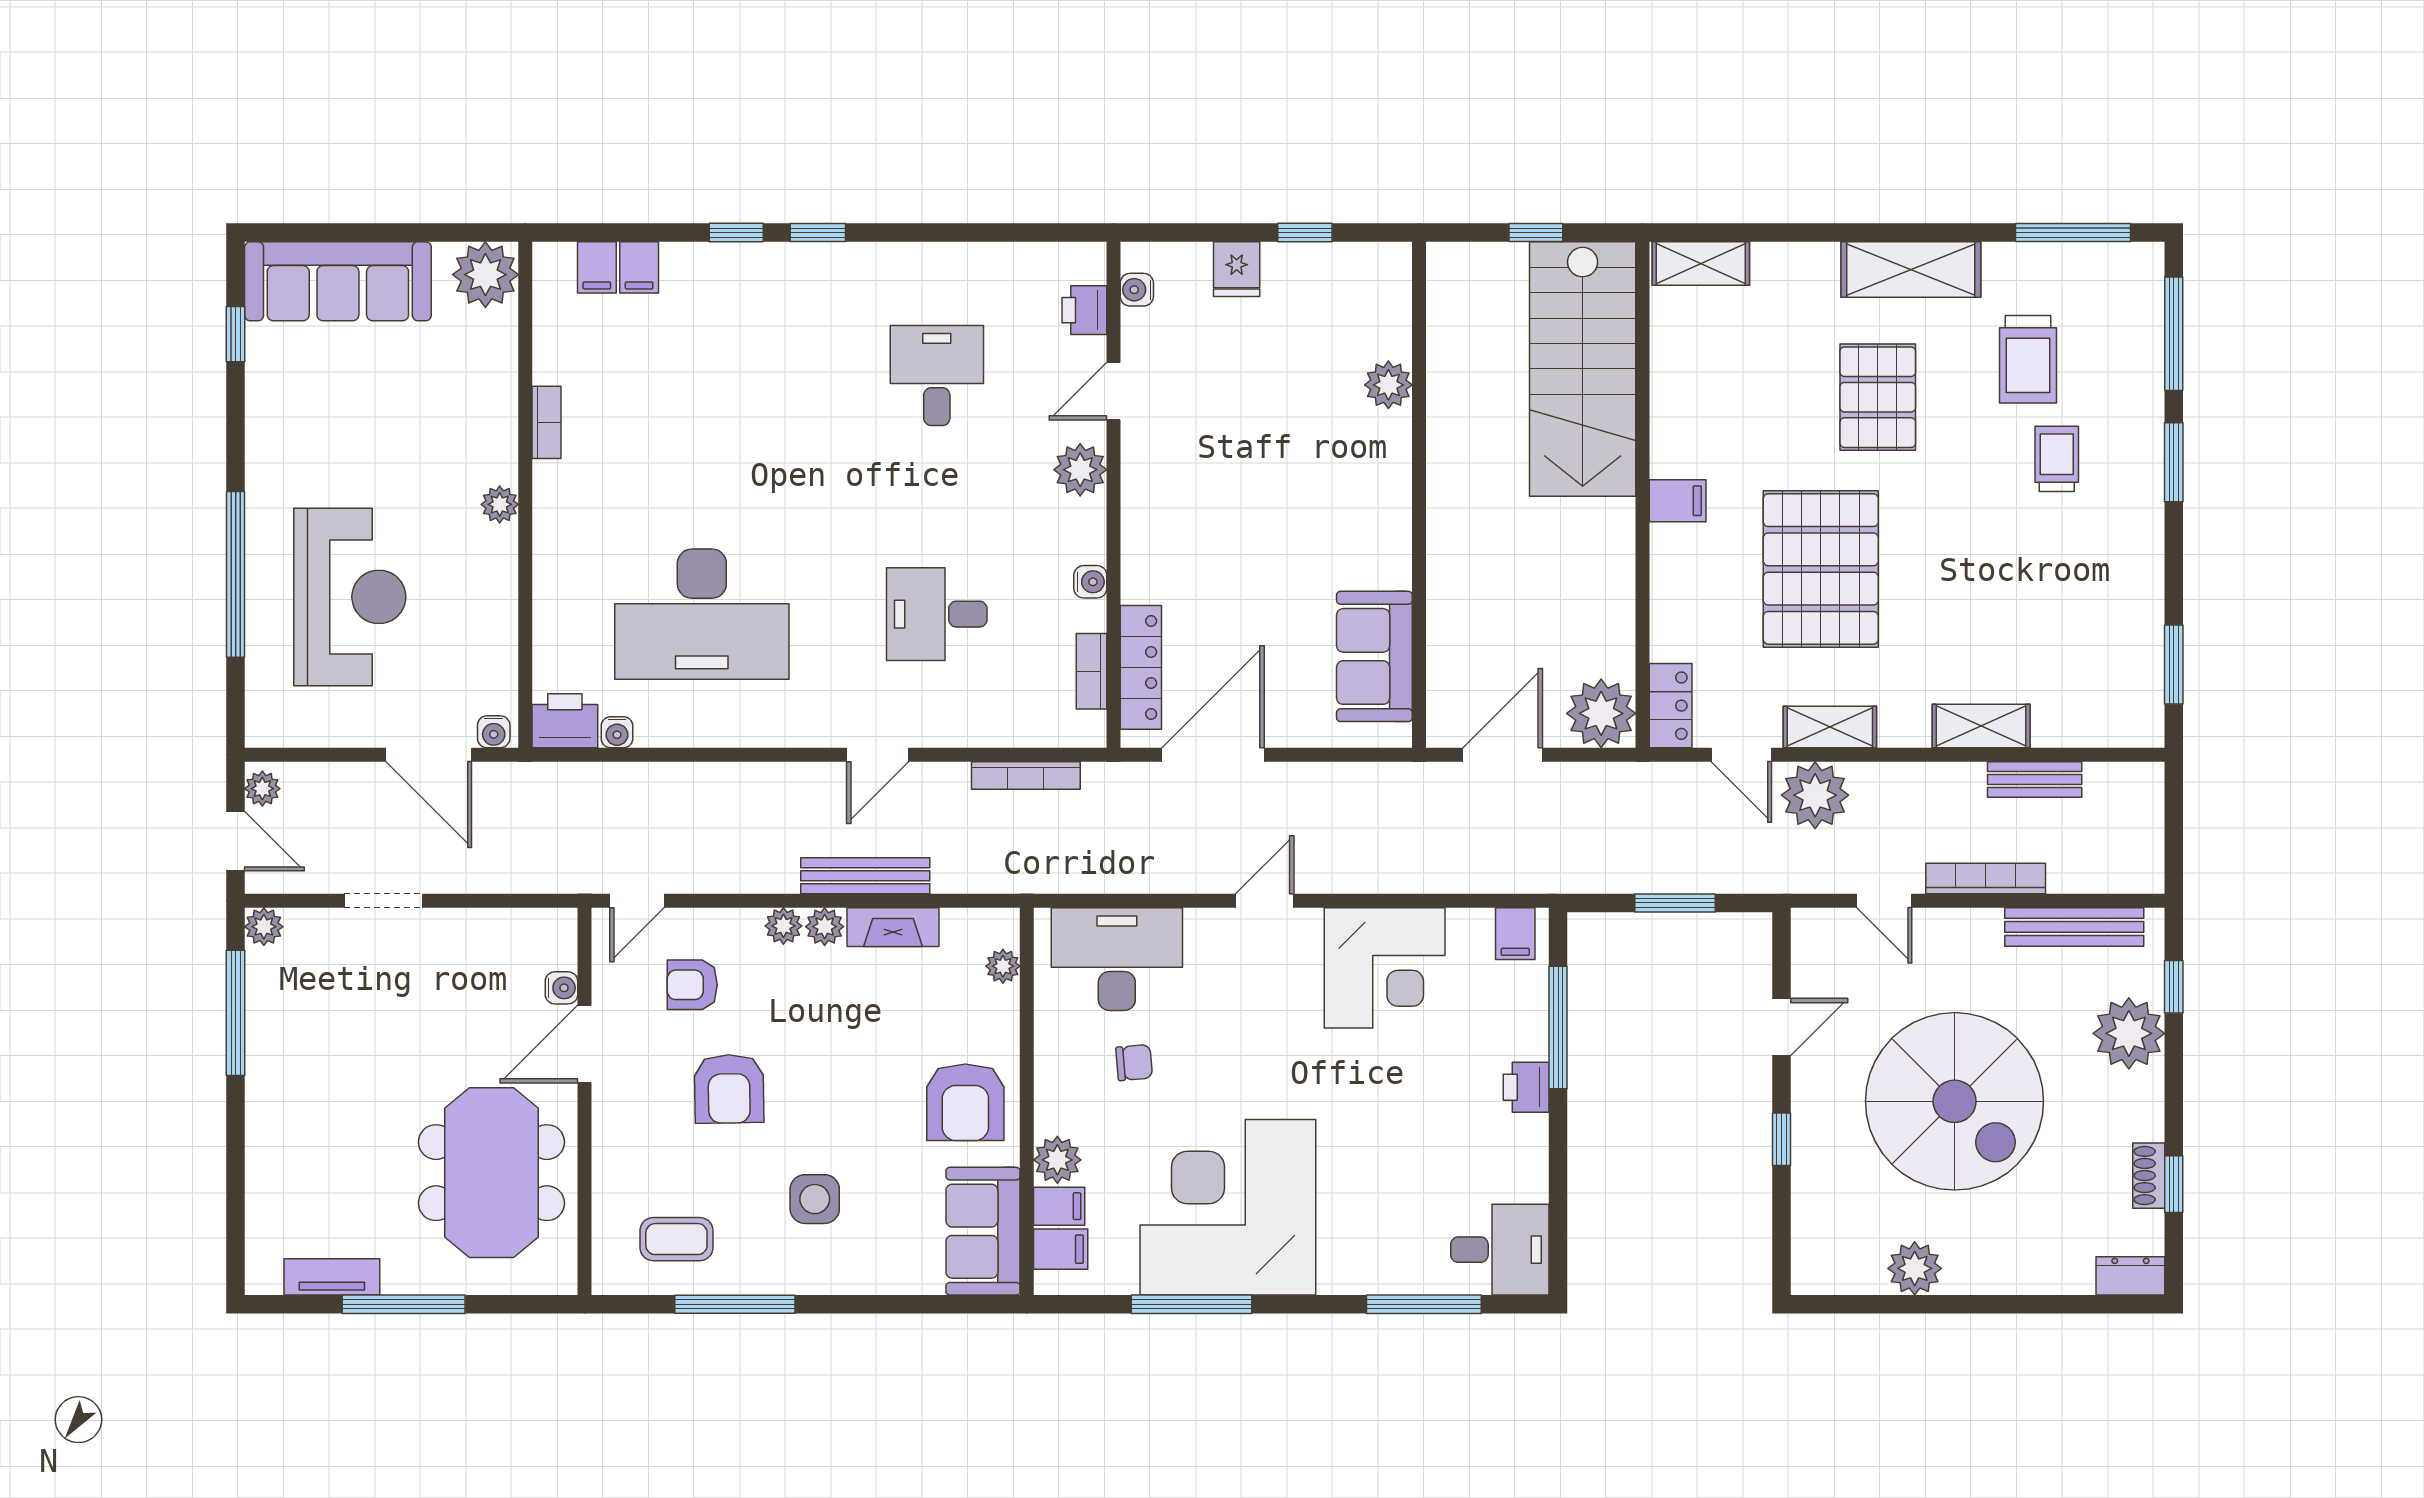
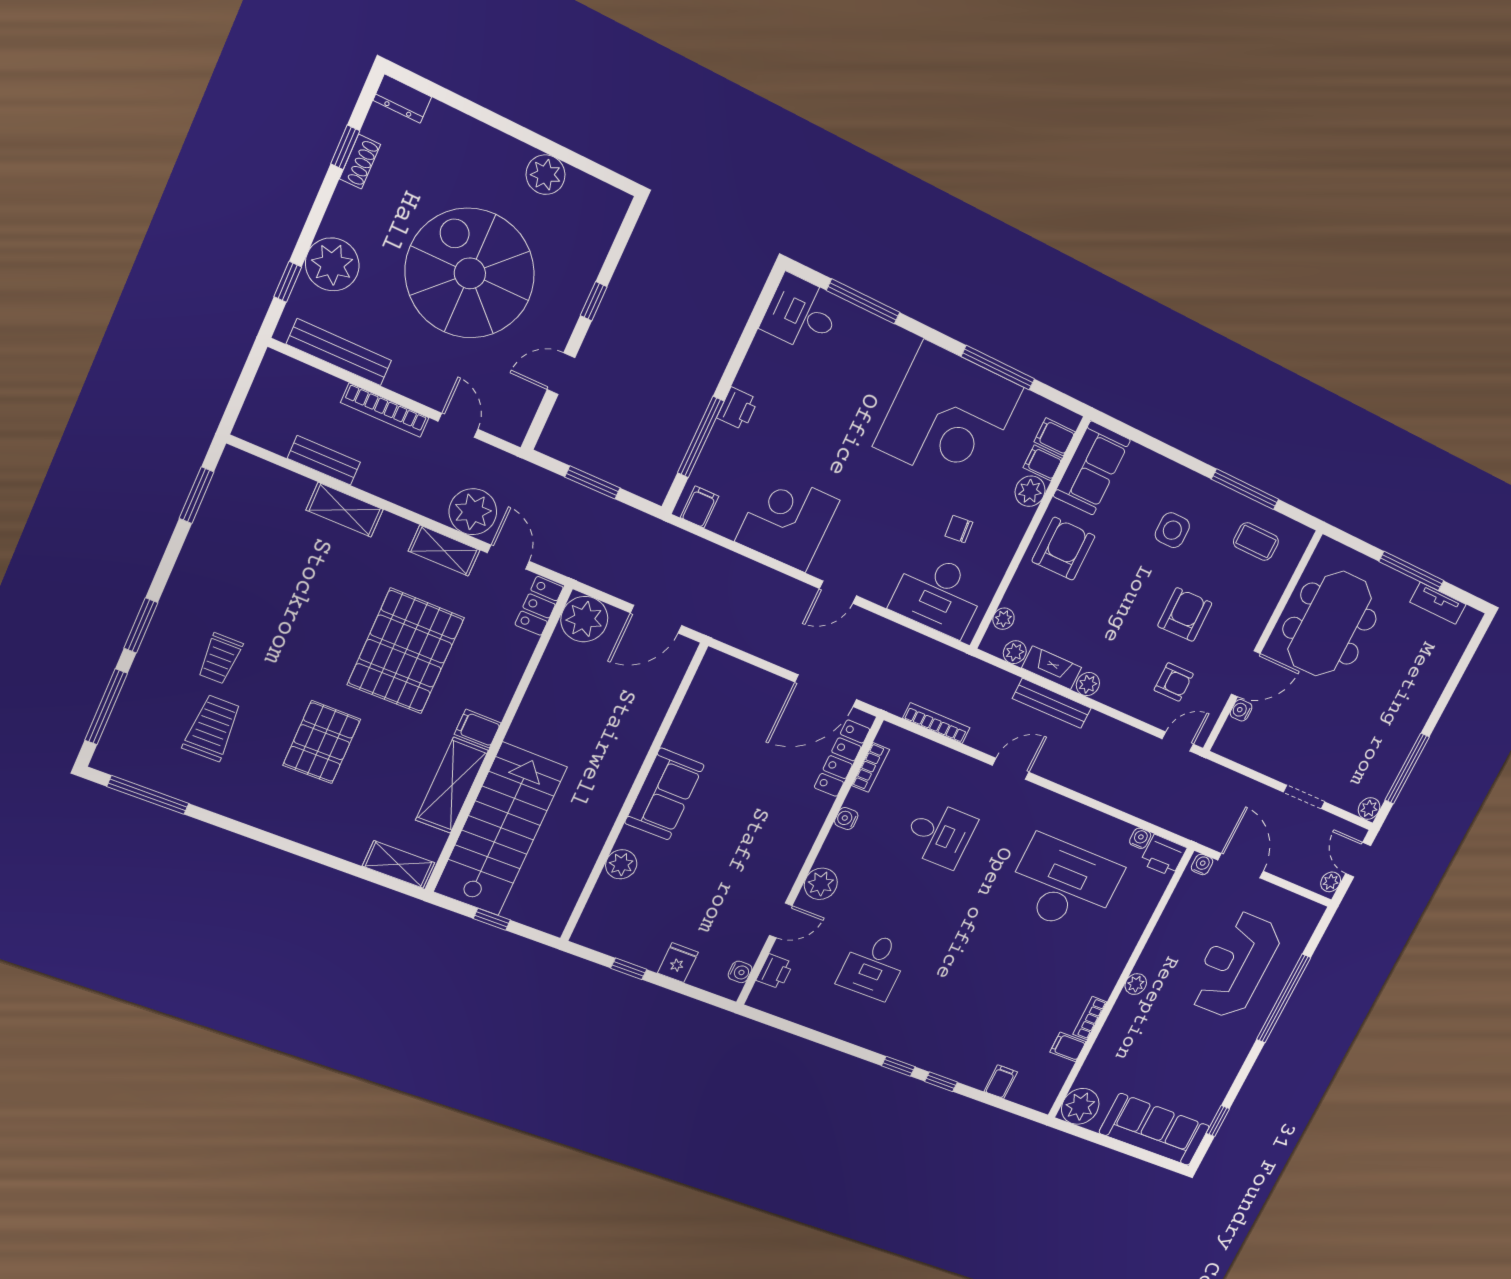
filing cabinet: (597, 267) -> (1068, 1047), moved, turned -90
shelving: (1911, 270) -> (452, 785), moved, turned 90
sofa: (1374, 656) -> (664, 794), moved
plant: (783, 926) -> (1015, 652), moved

